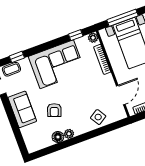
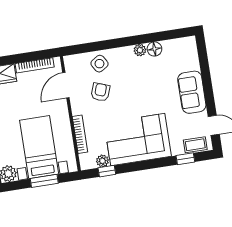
window: (123, 18) -> (44, 181), width x0.69
plant: (93, 38) -> (102, 161), moved
armchair: (54, 110) -> (100, 92), moved

